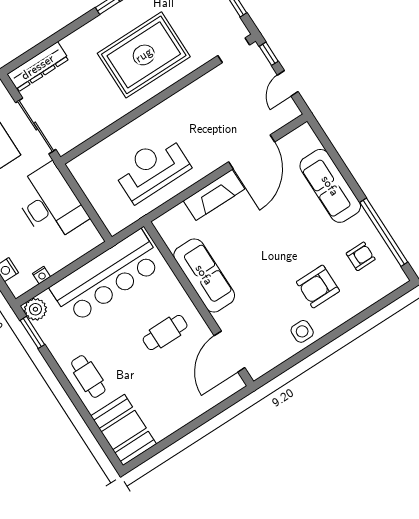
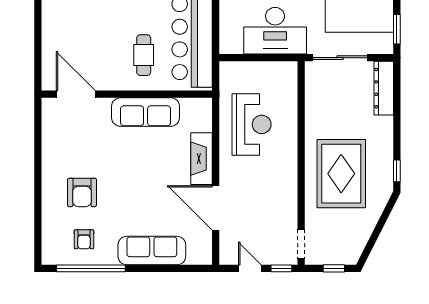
armchair: (318, 287) -> (82, 192), turned 180
side table: (302, 331) -> (56, 159), removed
cafe table: (165, 333) -> (144, 55), moved

